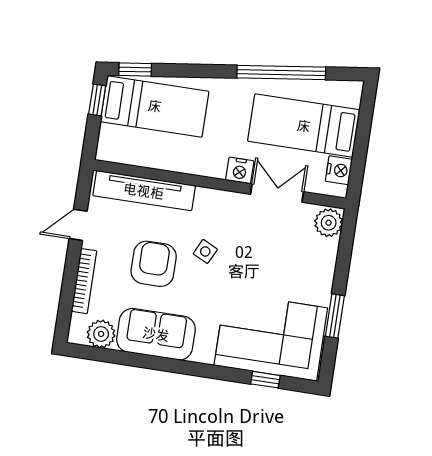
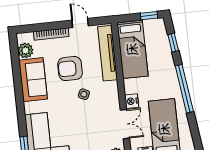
window: (135, 70) -> (173, 43), moved
window: (281, 73) -> (184, 89), moved
bed: (155, 106) -> (132, 49), moved
armchair: (154, 264) -> (70, 69), turned 180

